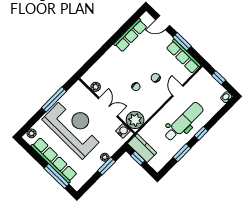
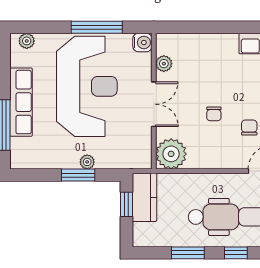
water cooler: (123, 131) -> (142, 43), moved
row of seats: (54, 160) -> (21, 102), width x0.73

